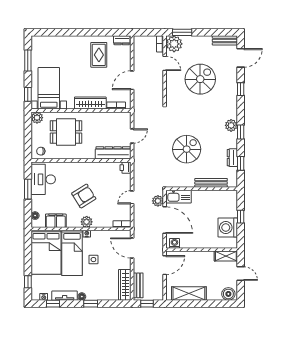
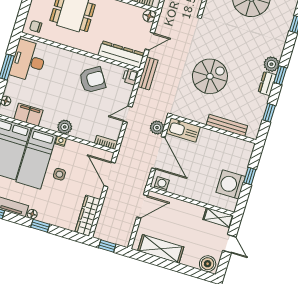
floor lamp: (126, 117) -> (149, 16), added
dresser: (232, 158) -> (267, 83), moved
armchair: (84, 196) -> (92, 80), moved
bench: (138, 285) -> (148, 73), moved

